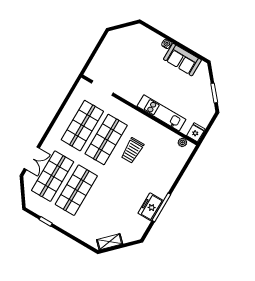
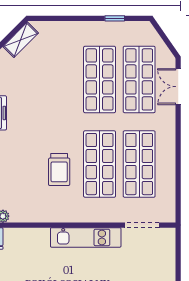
kitchen unit: (161, 113) -> (86, 237), moved
trolley: (132, 150) -> (59, 170), turned 180

